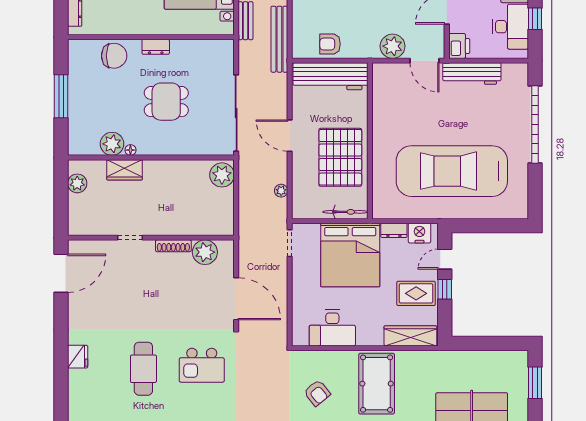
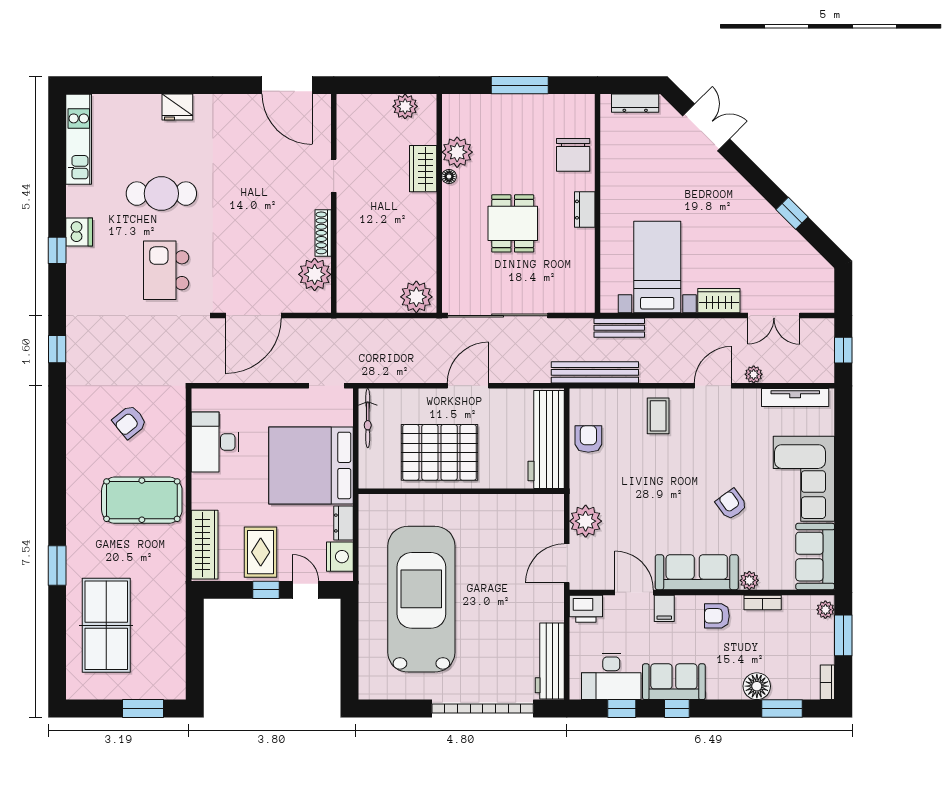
workbench: (472, 73) -> (550, 661), moved
plant: (281, 191) -> (396, 375), removed
bicycle: (345, 212) -> (368, 418), moved

